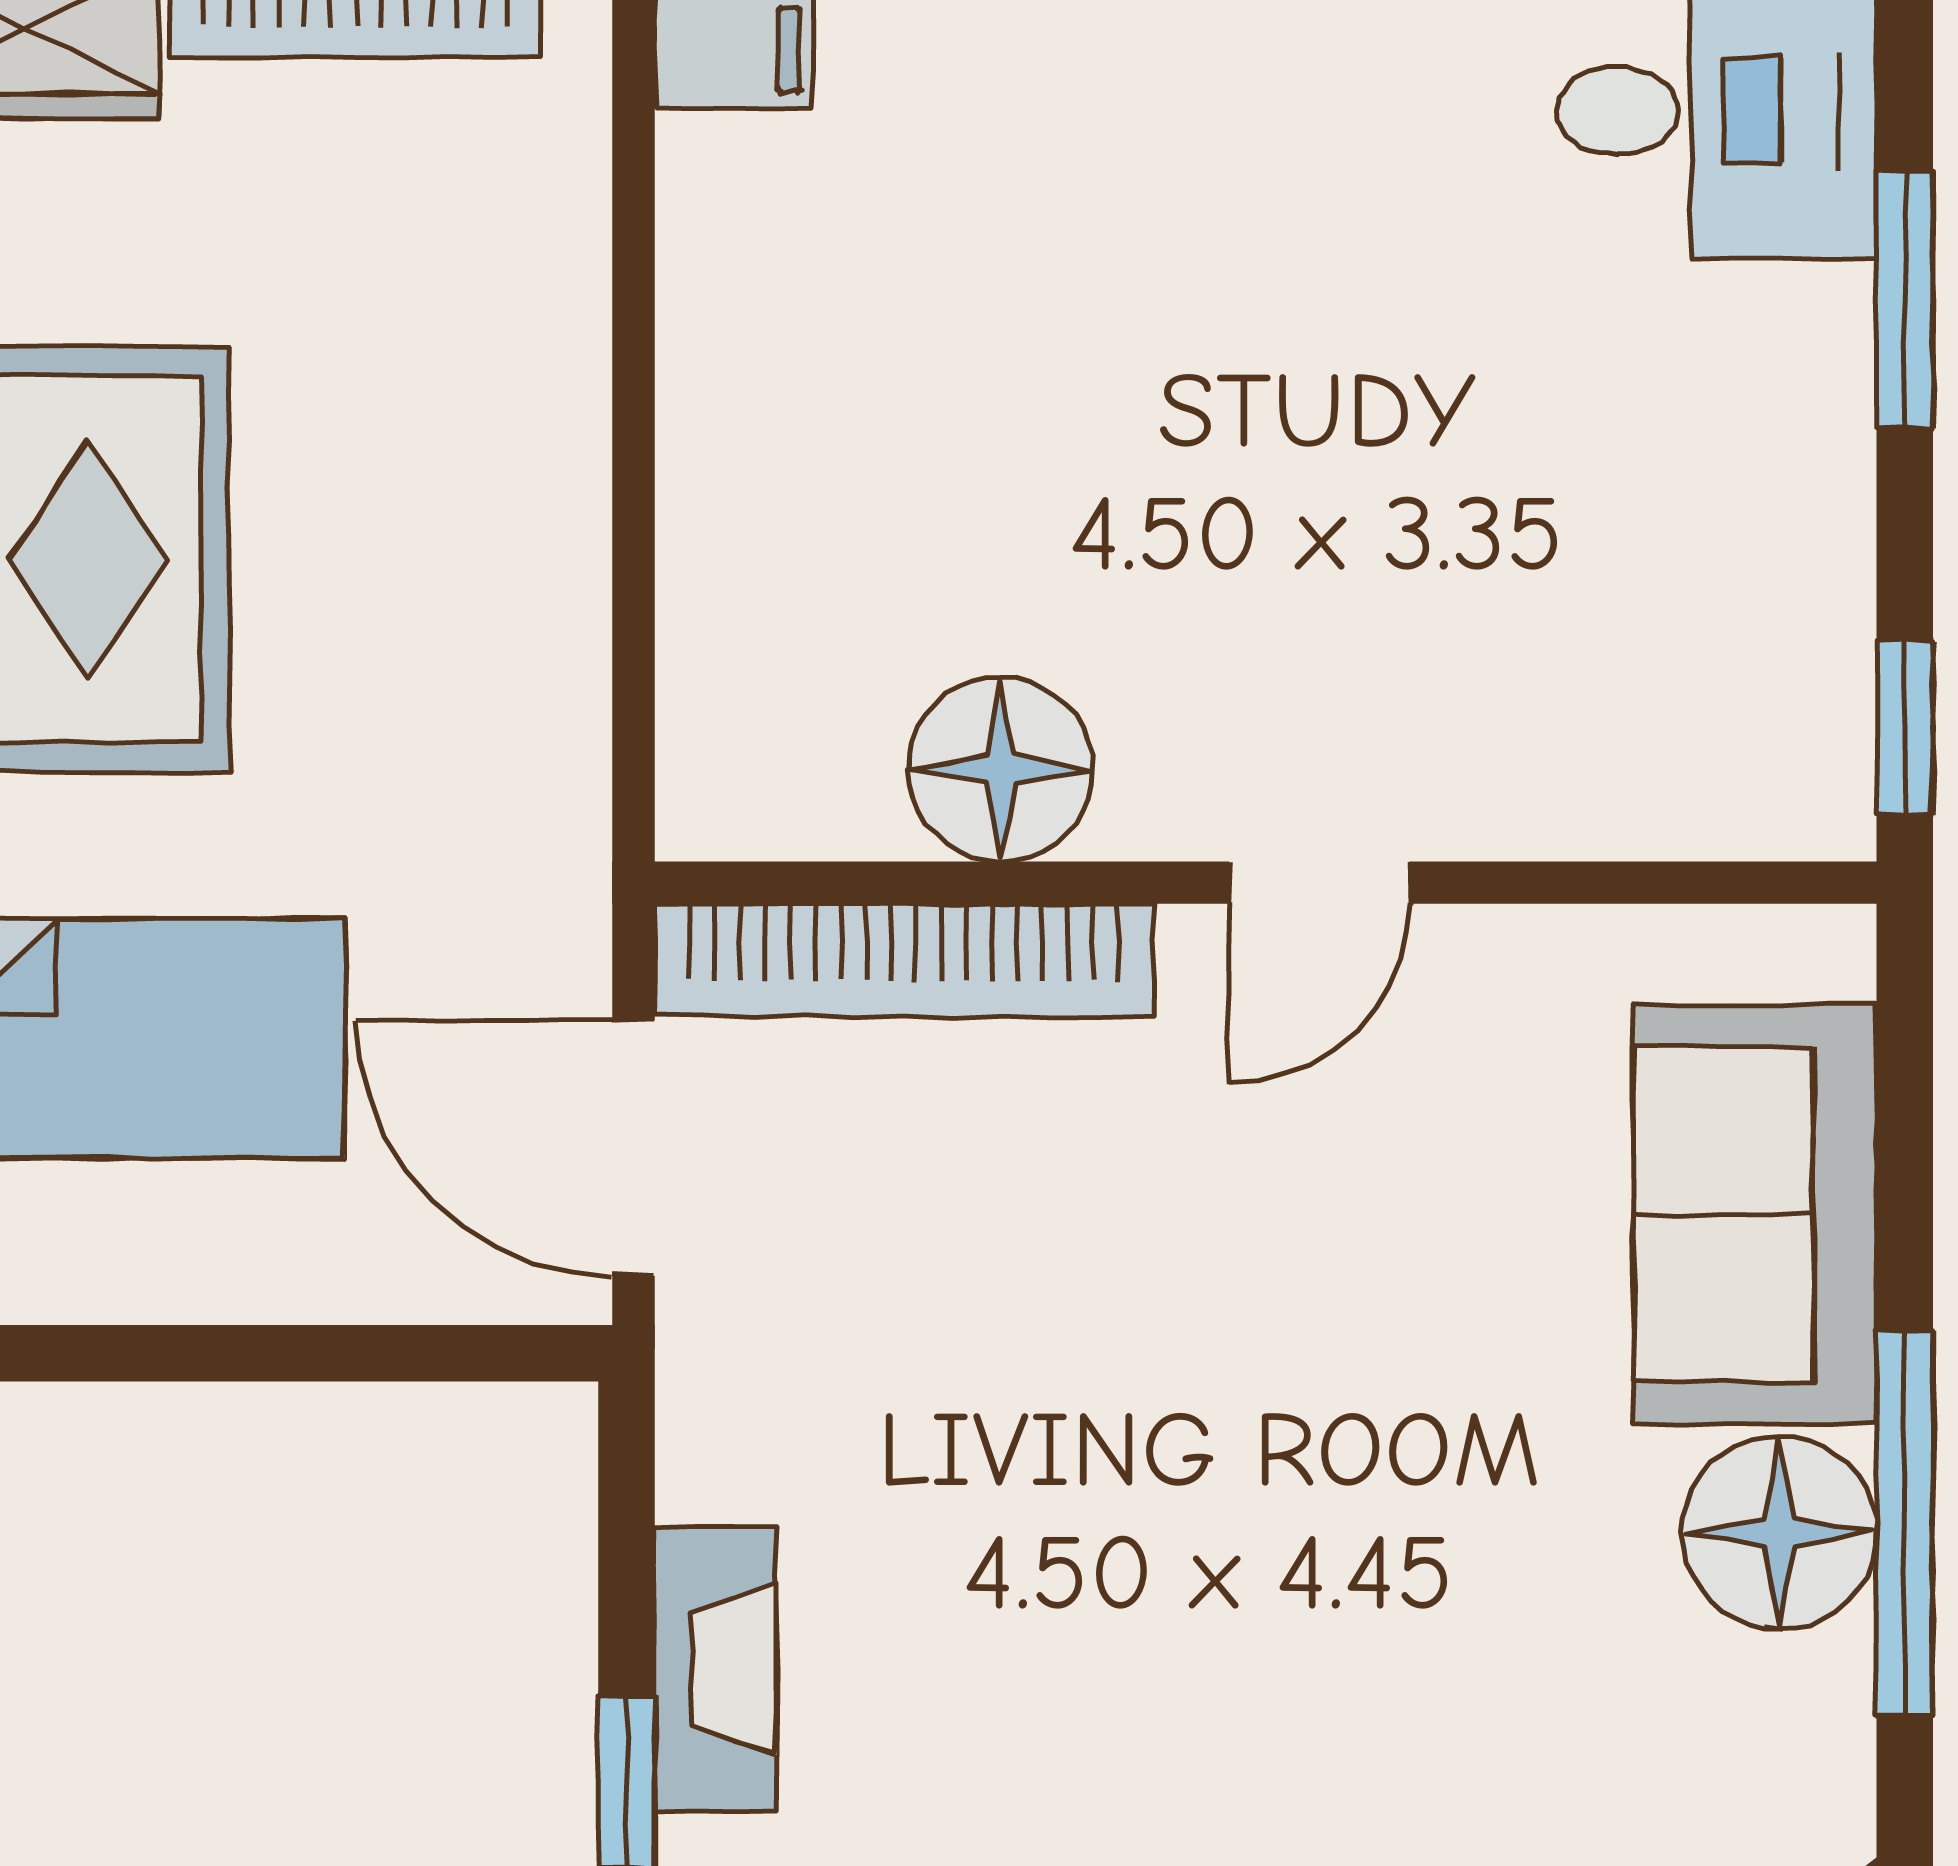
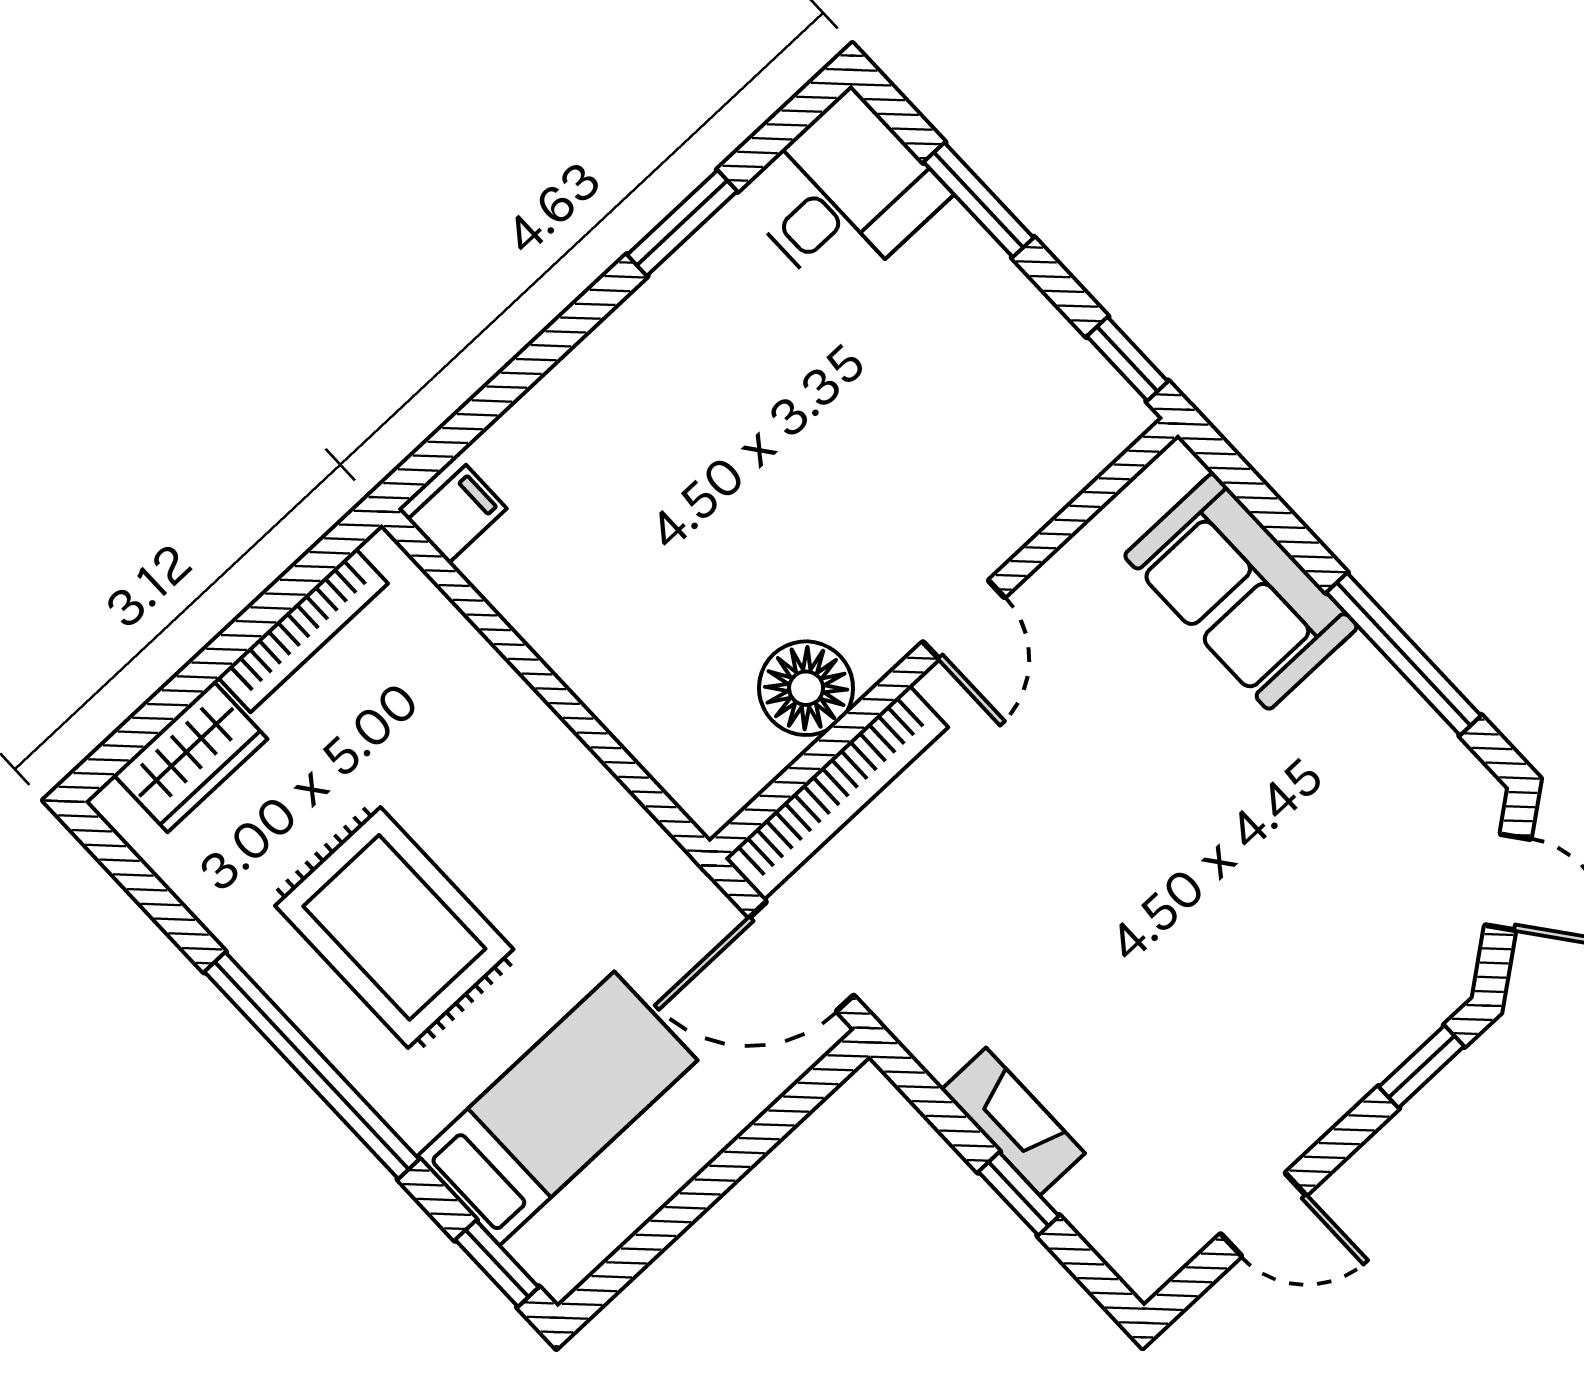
floor lamp: (1780, 1533) -> (1360, 701), removed

